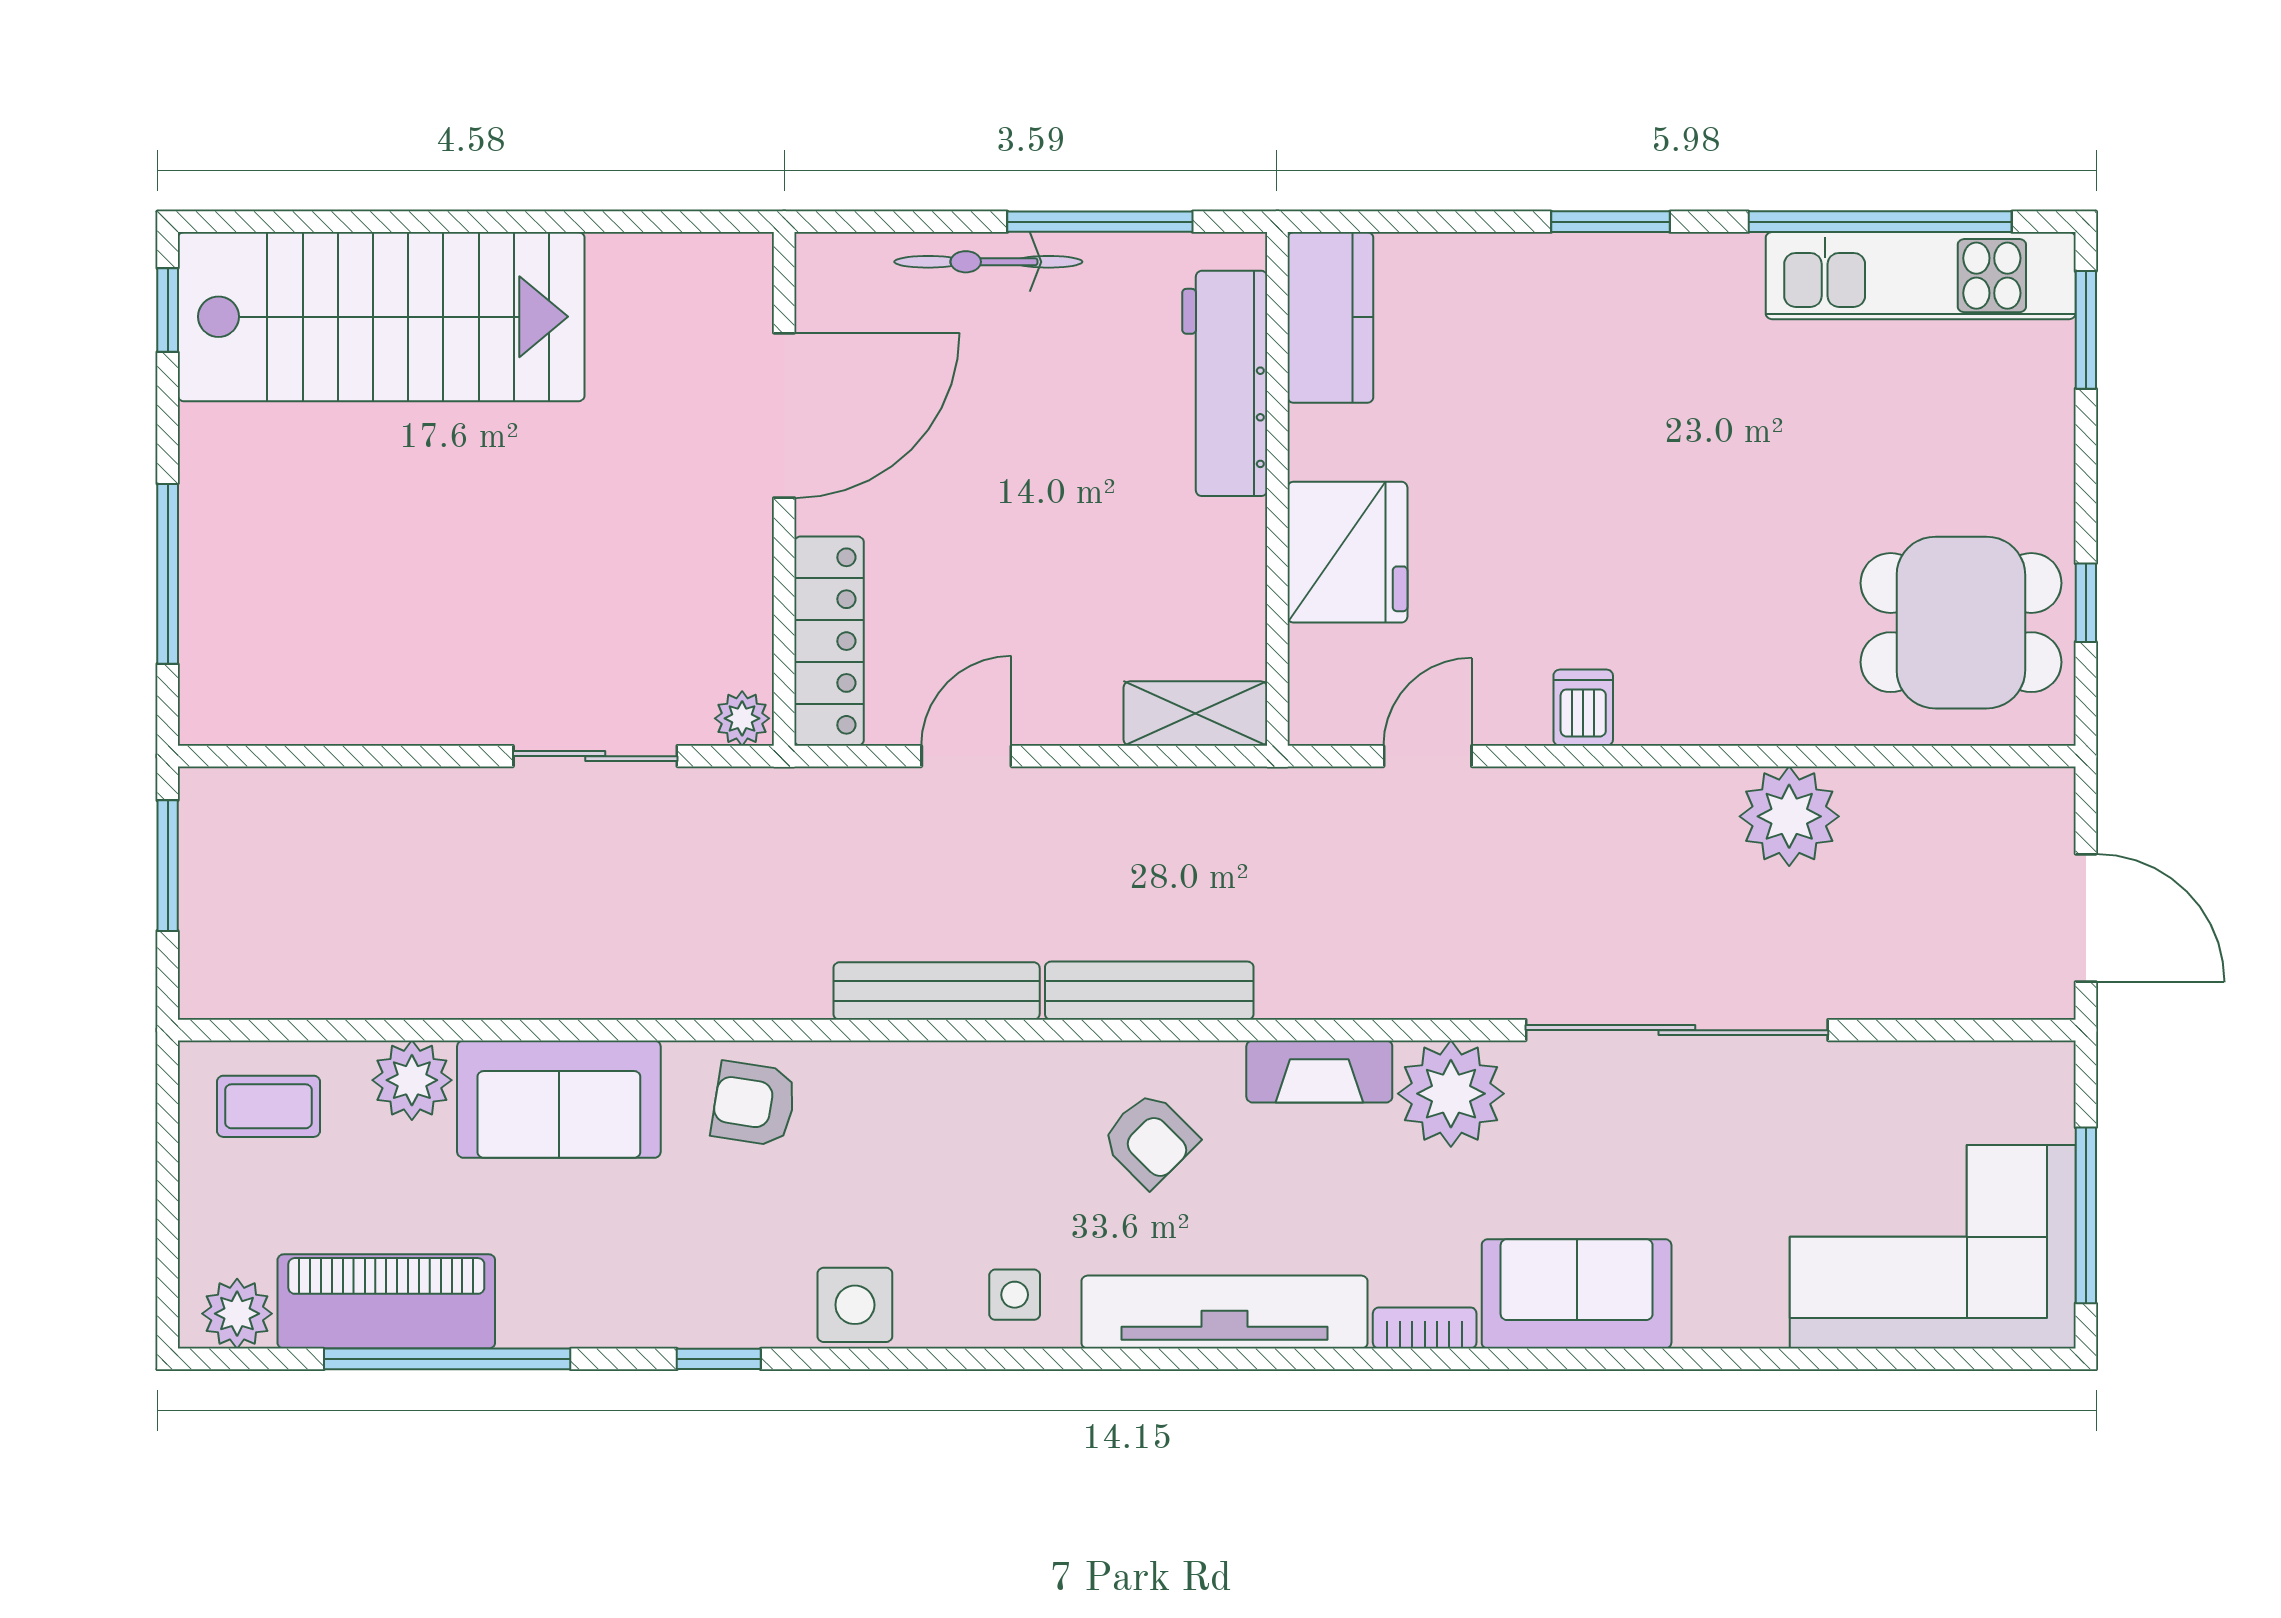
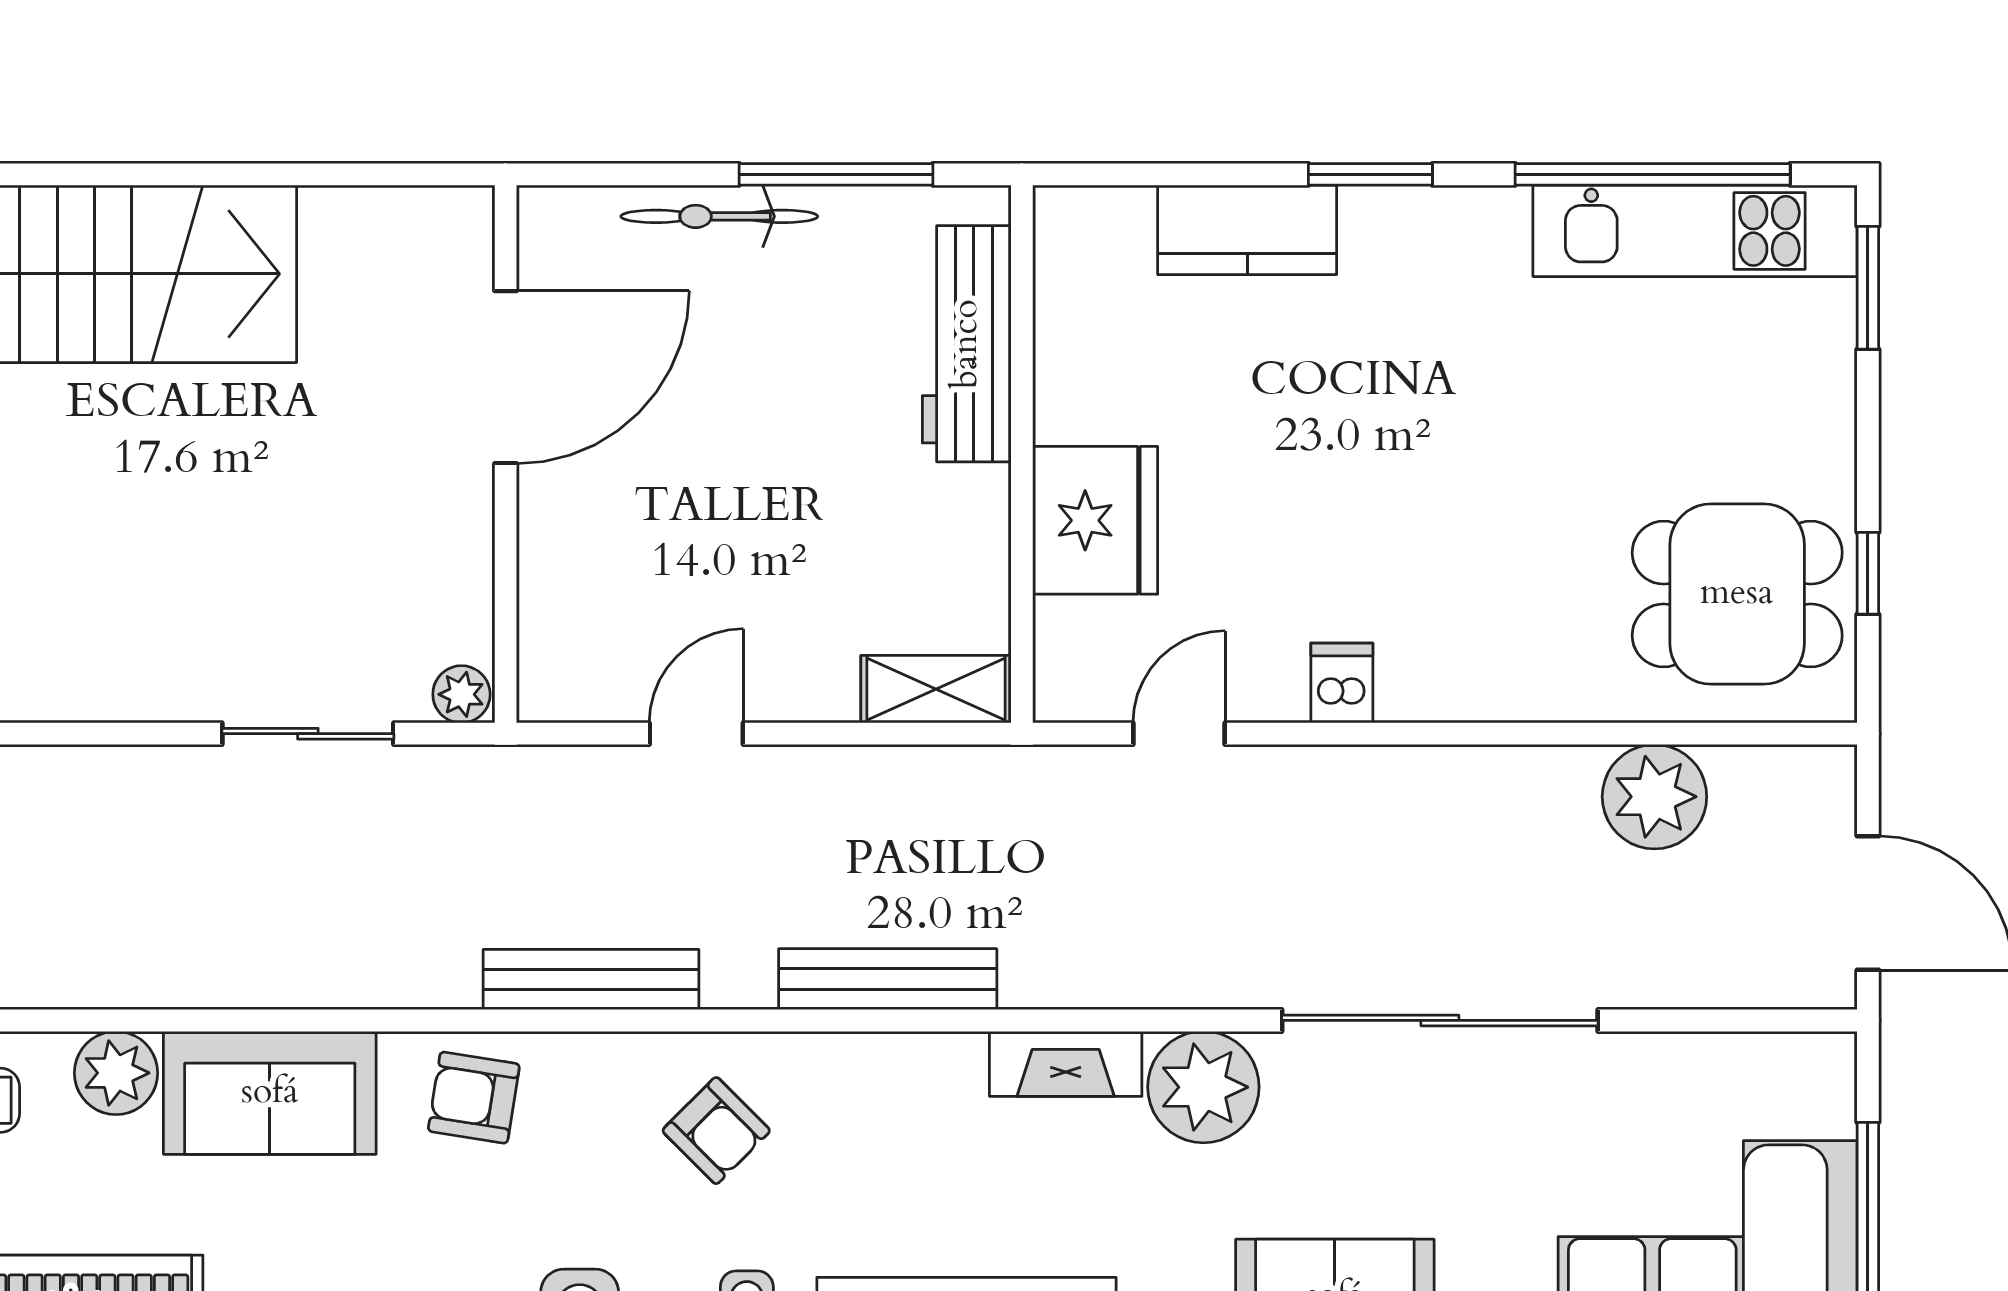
kitchen counter: (1330, 317) -> (1247, 230), moved, turned 90
locker: (829, 641) -> (553, 613), removed
plant: (1789, 816) -> (1654, 797), moved
bench: (937, 991) -> (591, 980), moved
armchair: (1150, 1140) -> (716, 1131), moved

